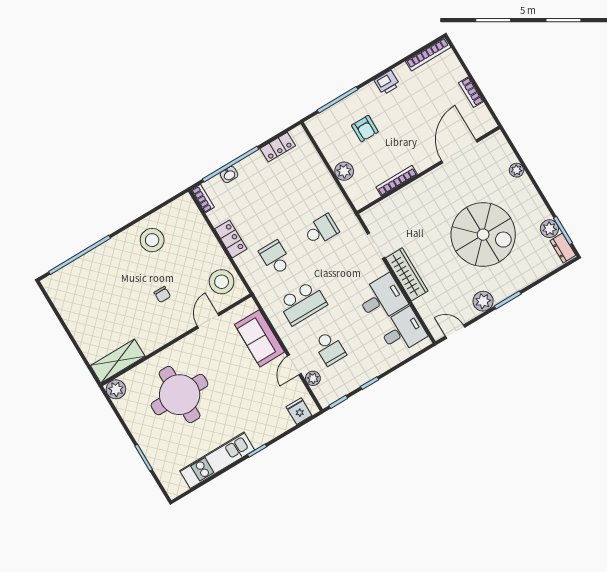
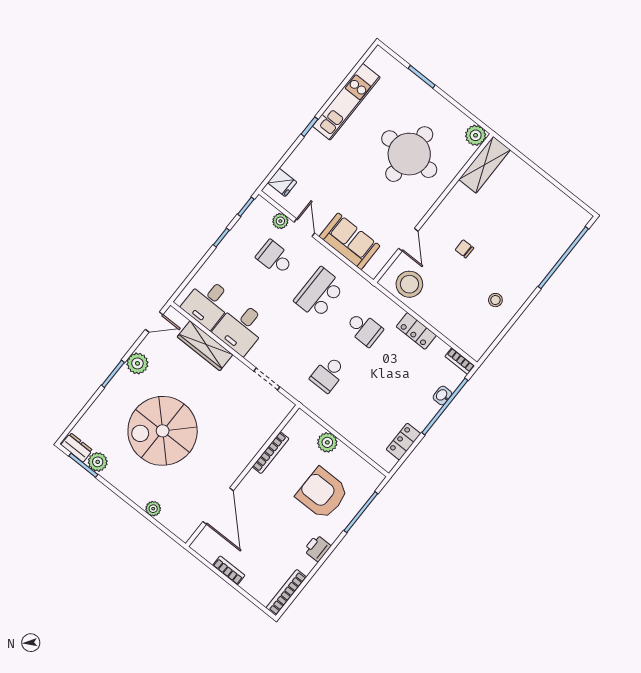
armchair: (365, 129) -> (322, 493), width x1.88, depth x1.88
stool: (152, 240) -> (495, 300), width x0.53, depth x0.53
wardrobe: (407, 274) -> (205, 346), moved

